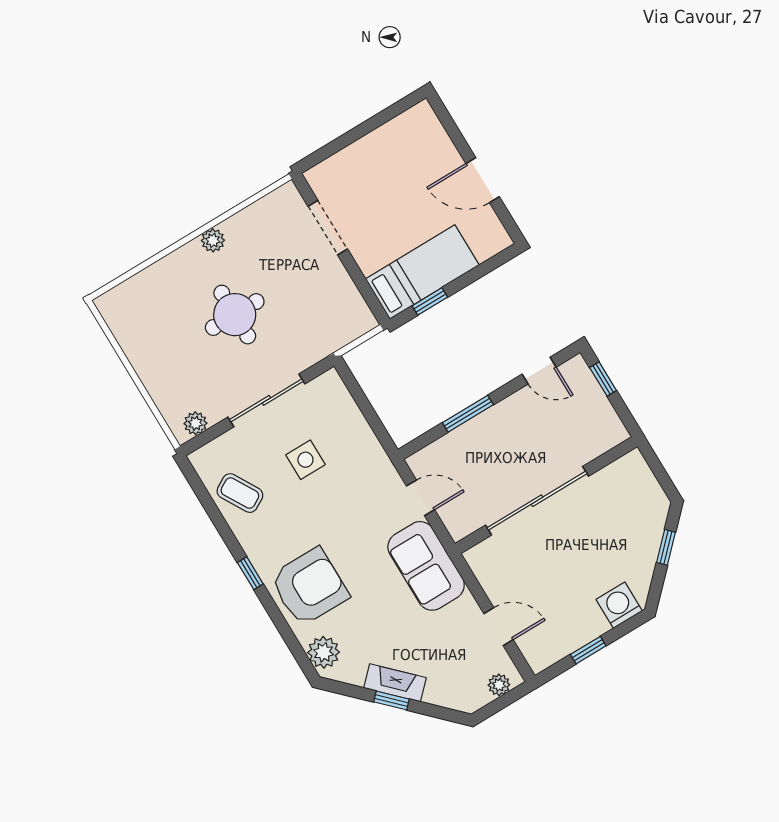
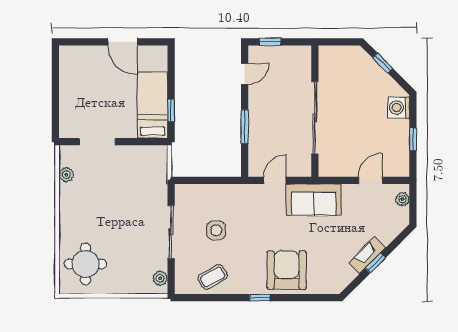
door: (483, 180) -> (122, 42), hinge flipped
plant: (213, 240) -> (66, 175), moved
round table: (235, 315) -> (86, 264), moved
plant: (324, 652) -> (327, 284), removed

